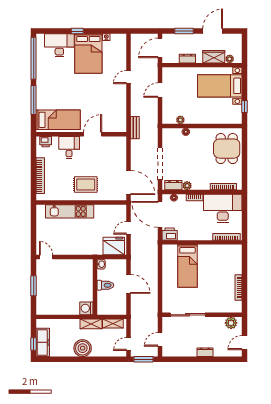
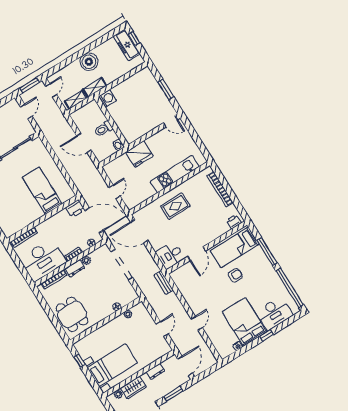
armchair: (72, 97) -> (235, 275), added
desk: (69, 148) -> (170, 255), moved, turned 90
dresser: (173, 185) -> (75, 268), moved
fridge: (114, 246) -> (139, 154), moved

